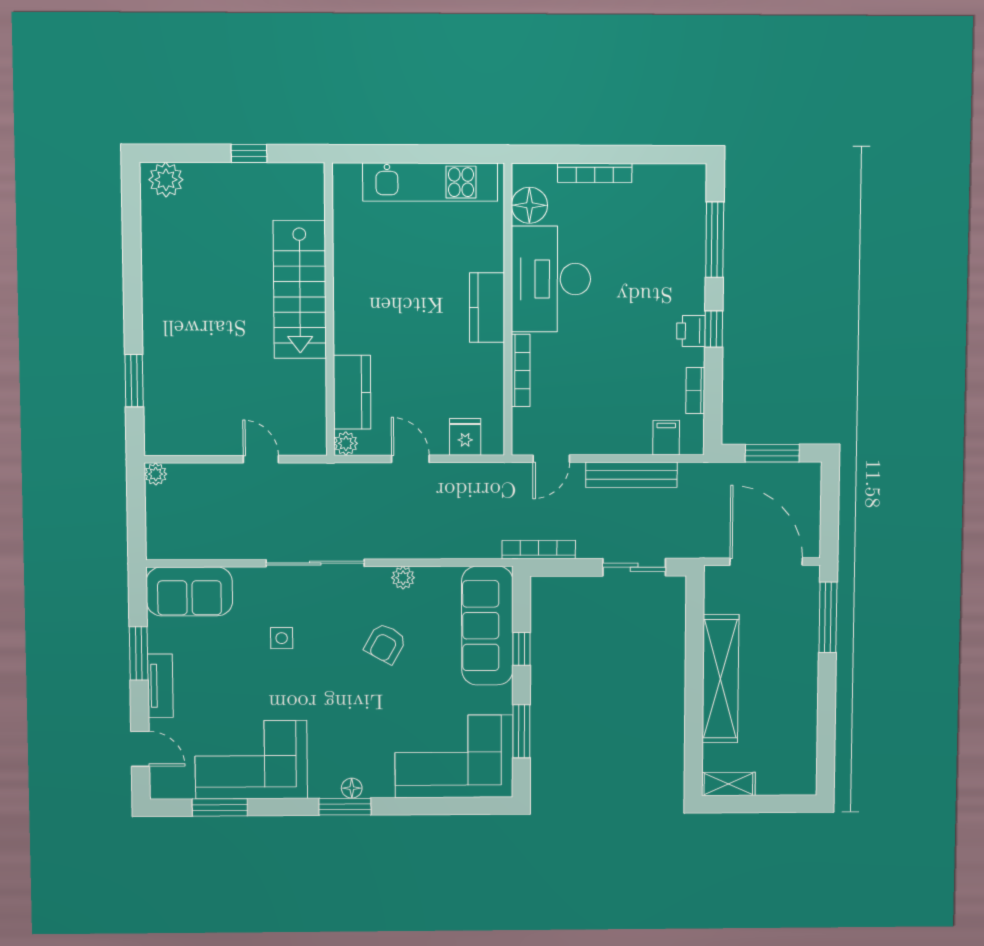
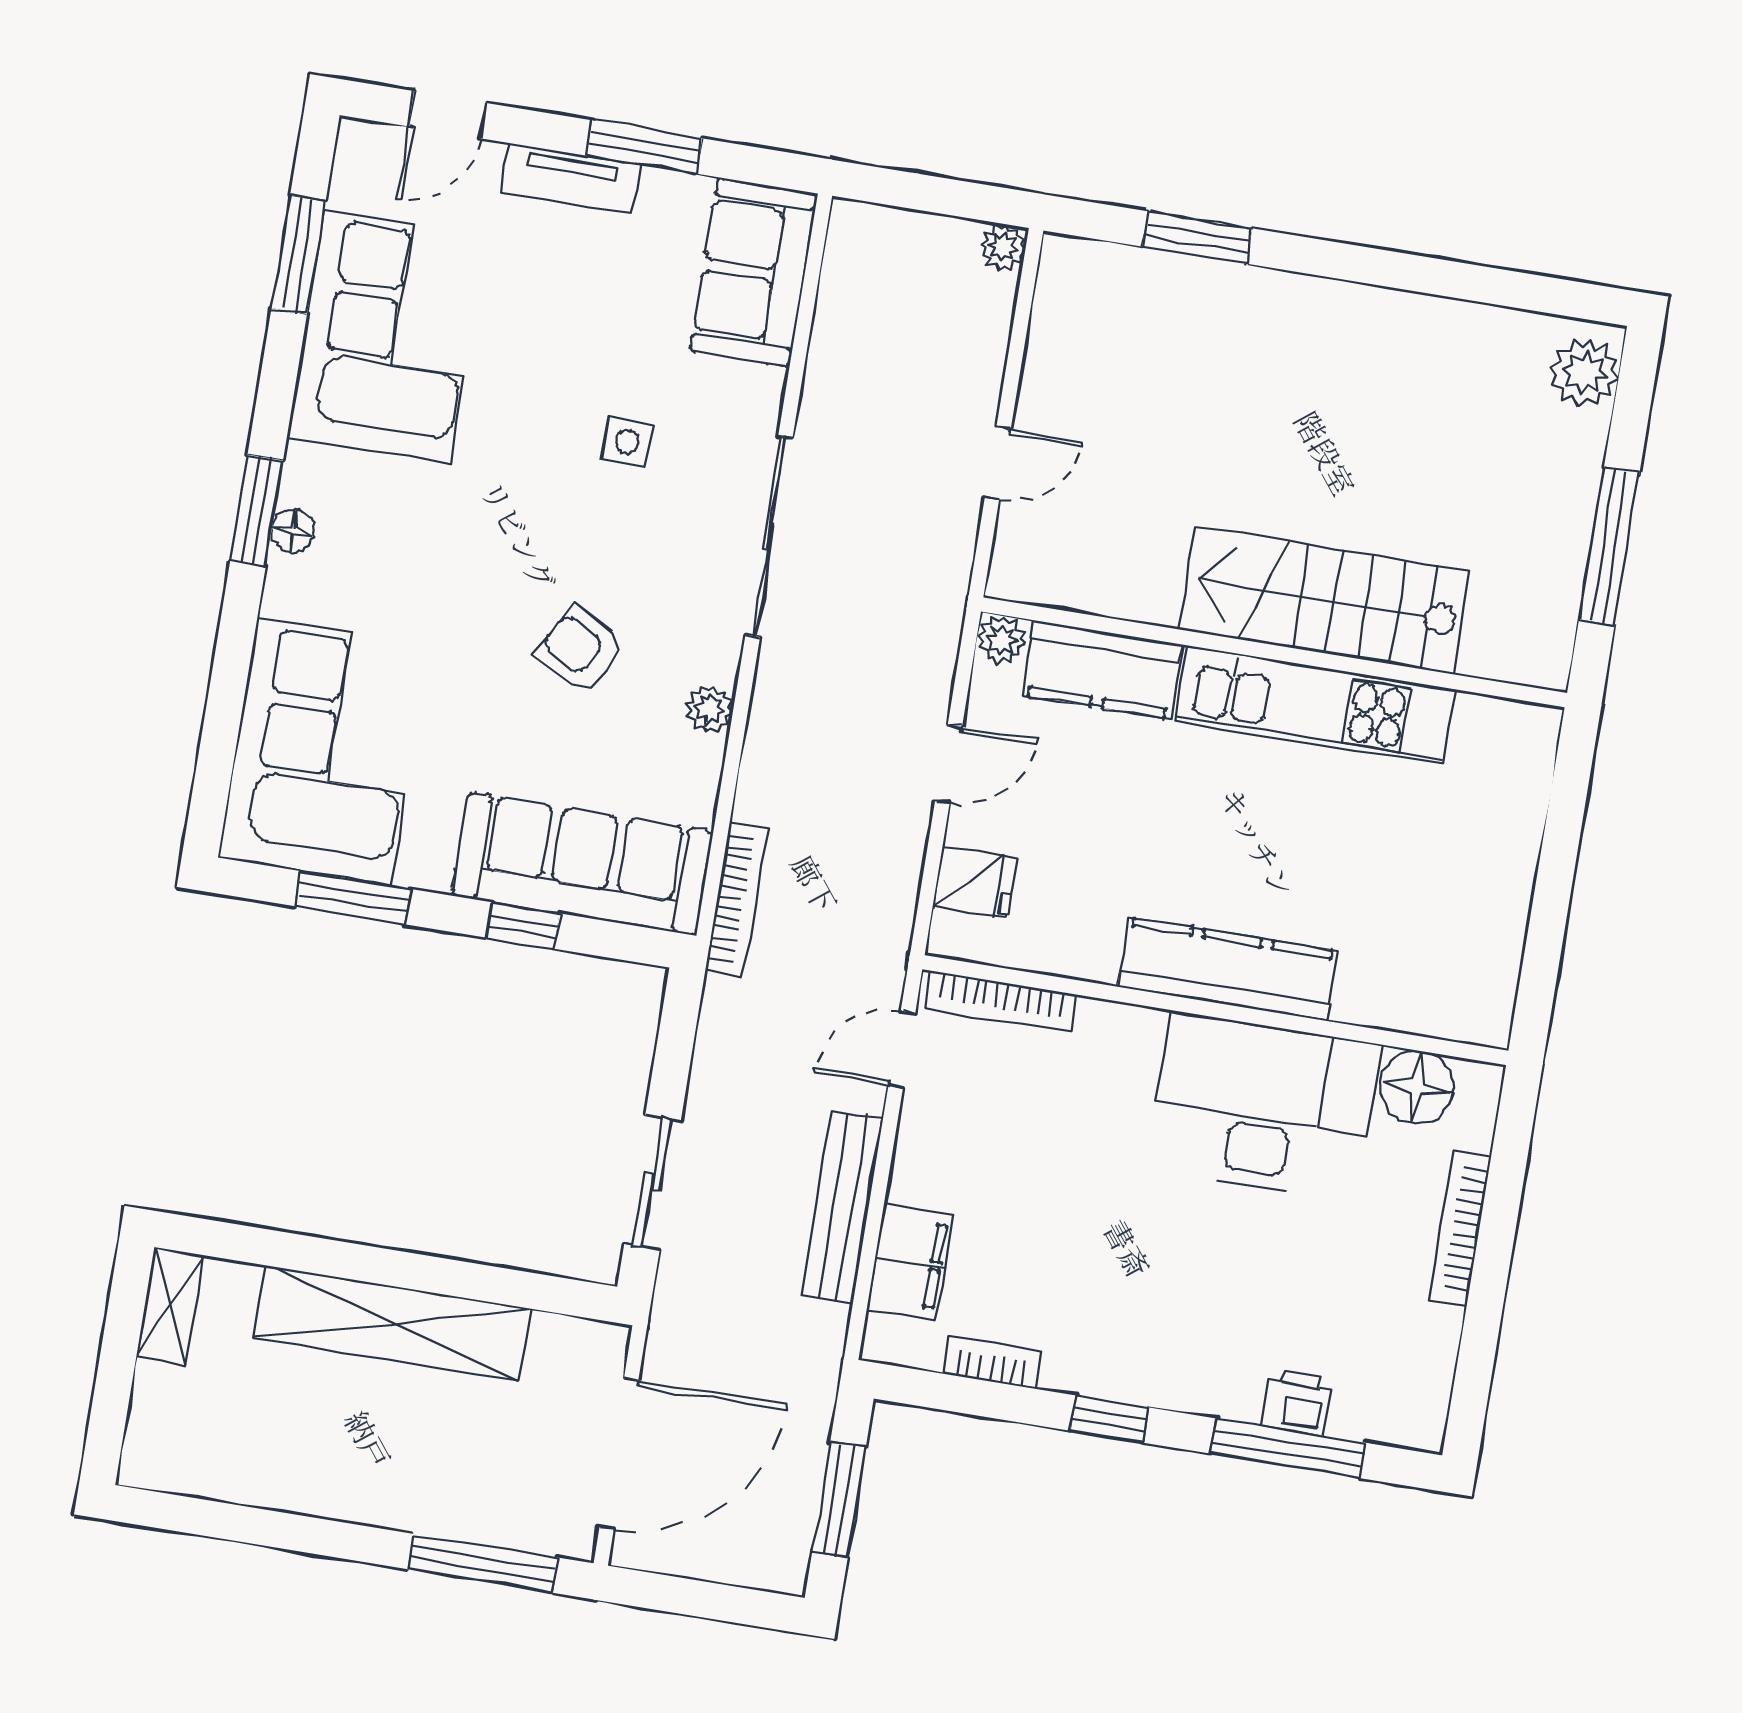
window: (249, 153) -> (1609, 546), width x2.17
kitchen unit: (430, 182) -> (1315, 705), moved, turned -90
kitchen counter: (487, 308) -> (1228, 969), width x1.50
printer: (691, 331) -> (1297, 1402), moved
bookcase: (521, 370) -> (1001, 1001), moved
filing cabinet: (666, 438) -> (910, 1262), width x2.00
door: (551, 459) -> (902, 1049), hinge flipped
bookcase: (539, 550) -> (736, 899), moved

